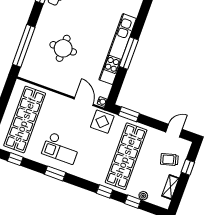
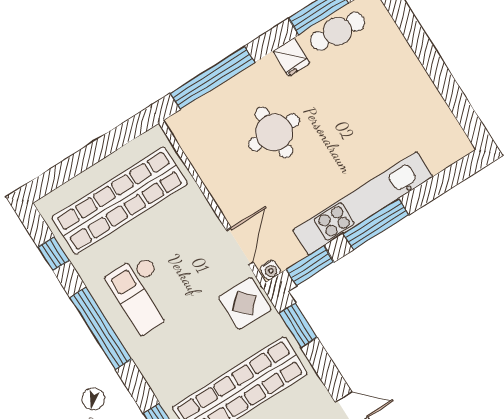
fridge: (48, 15) -> (291, 57), added
window: (116, 88) -> (310, 266), added
window: (55, 173) -> (101, 328), width x2.11

